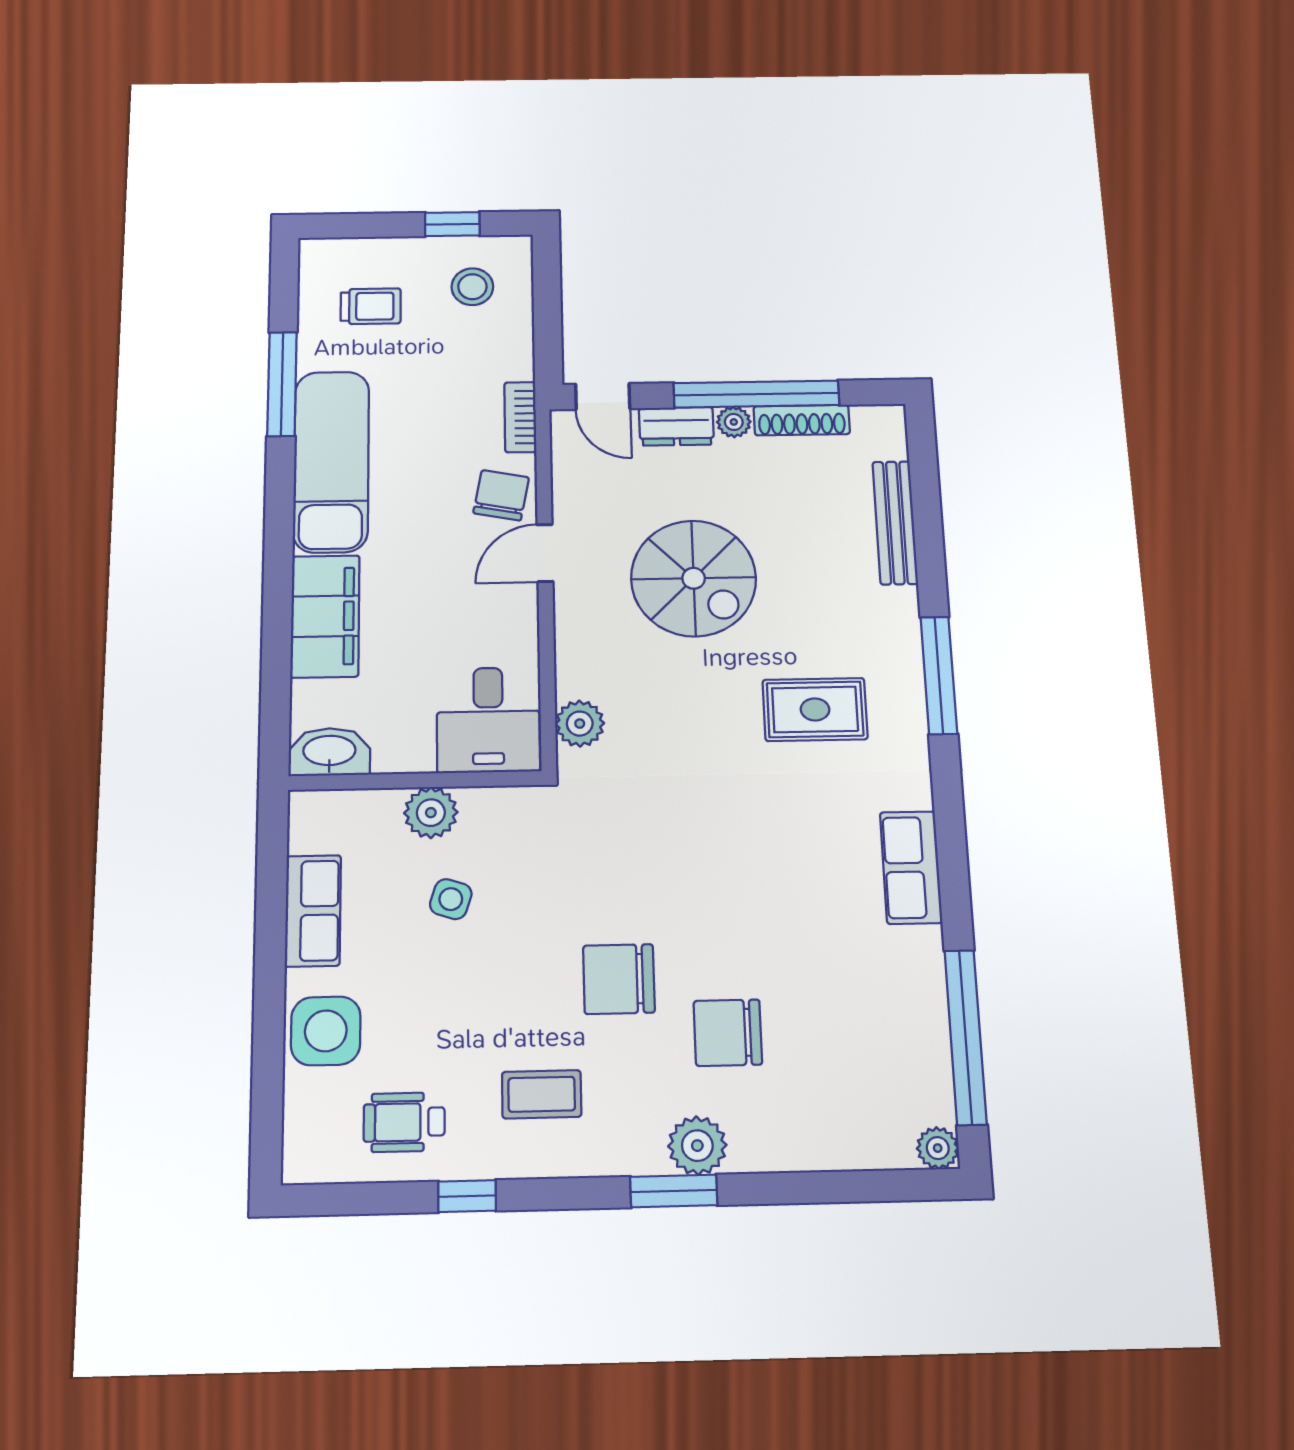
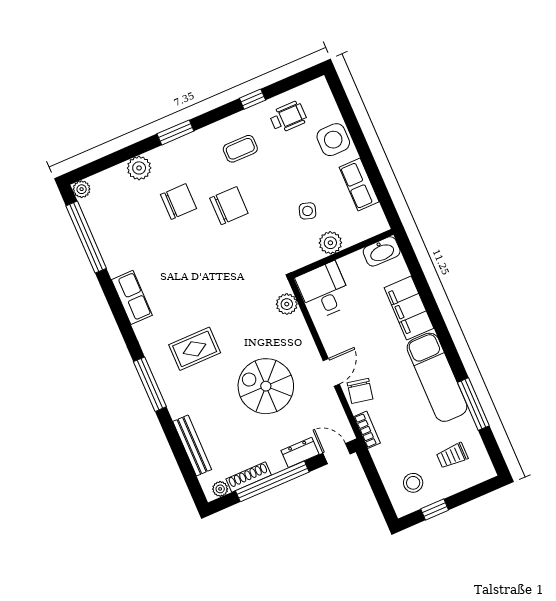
plant: (734, 422) -> (220, 489), moved
plant: (697, 1146) -> (139, 168), moved

